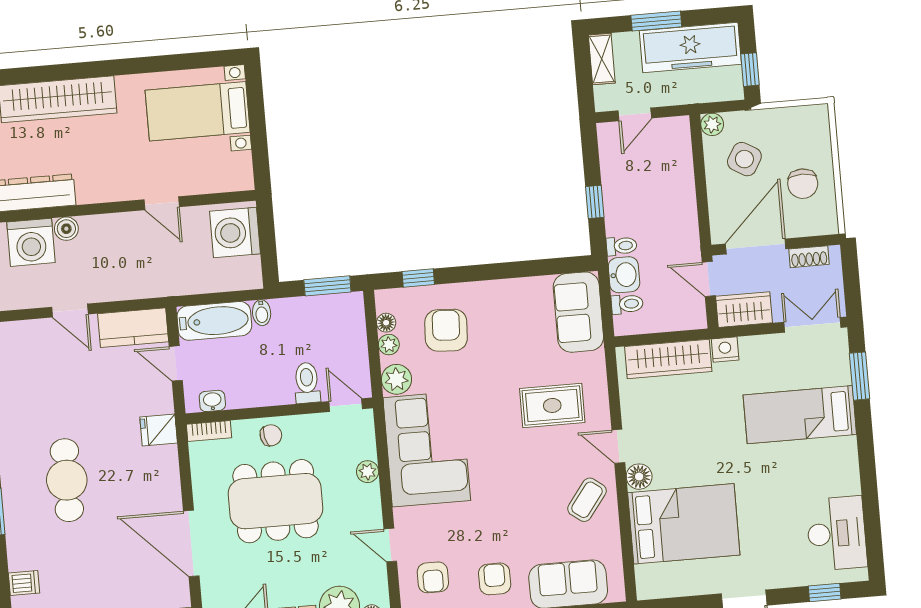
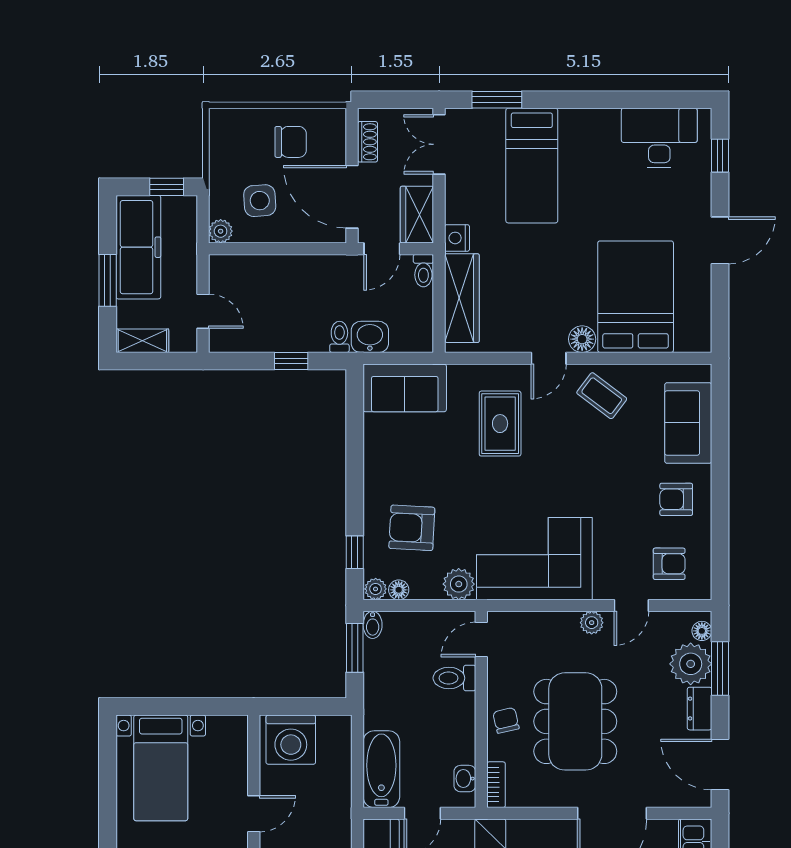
side table: (744, 159) -> (260, 201), turned -34
toilet: (627, 304) -> (423, 271), moved, turned 180
bidet: (262, 313) -> (373, 625), moved, turned 90
plant: (389, 345) -> (376, 589), moved
plant: (368, 472) -> (592, 623), moved

